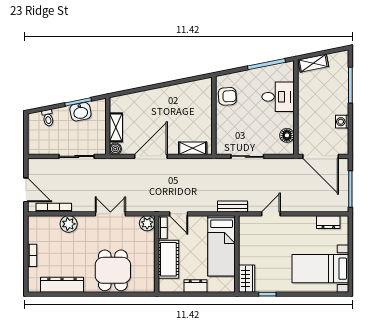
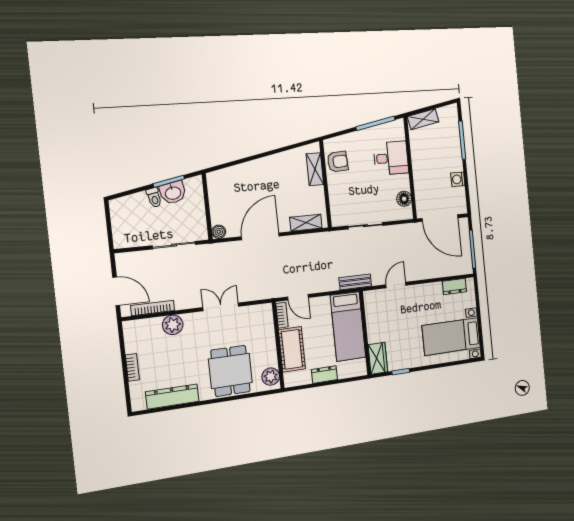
toilet: (48, 118) -> (154, 198), moved
shelving: (116, 127) -> (315, 169), moved
plant: (147, 223) -> (271, 377), moved

